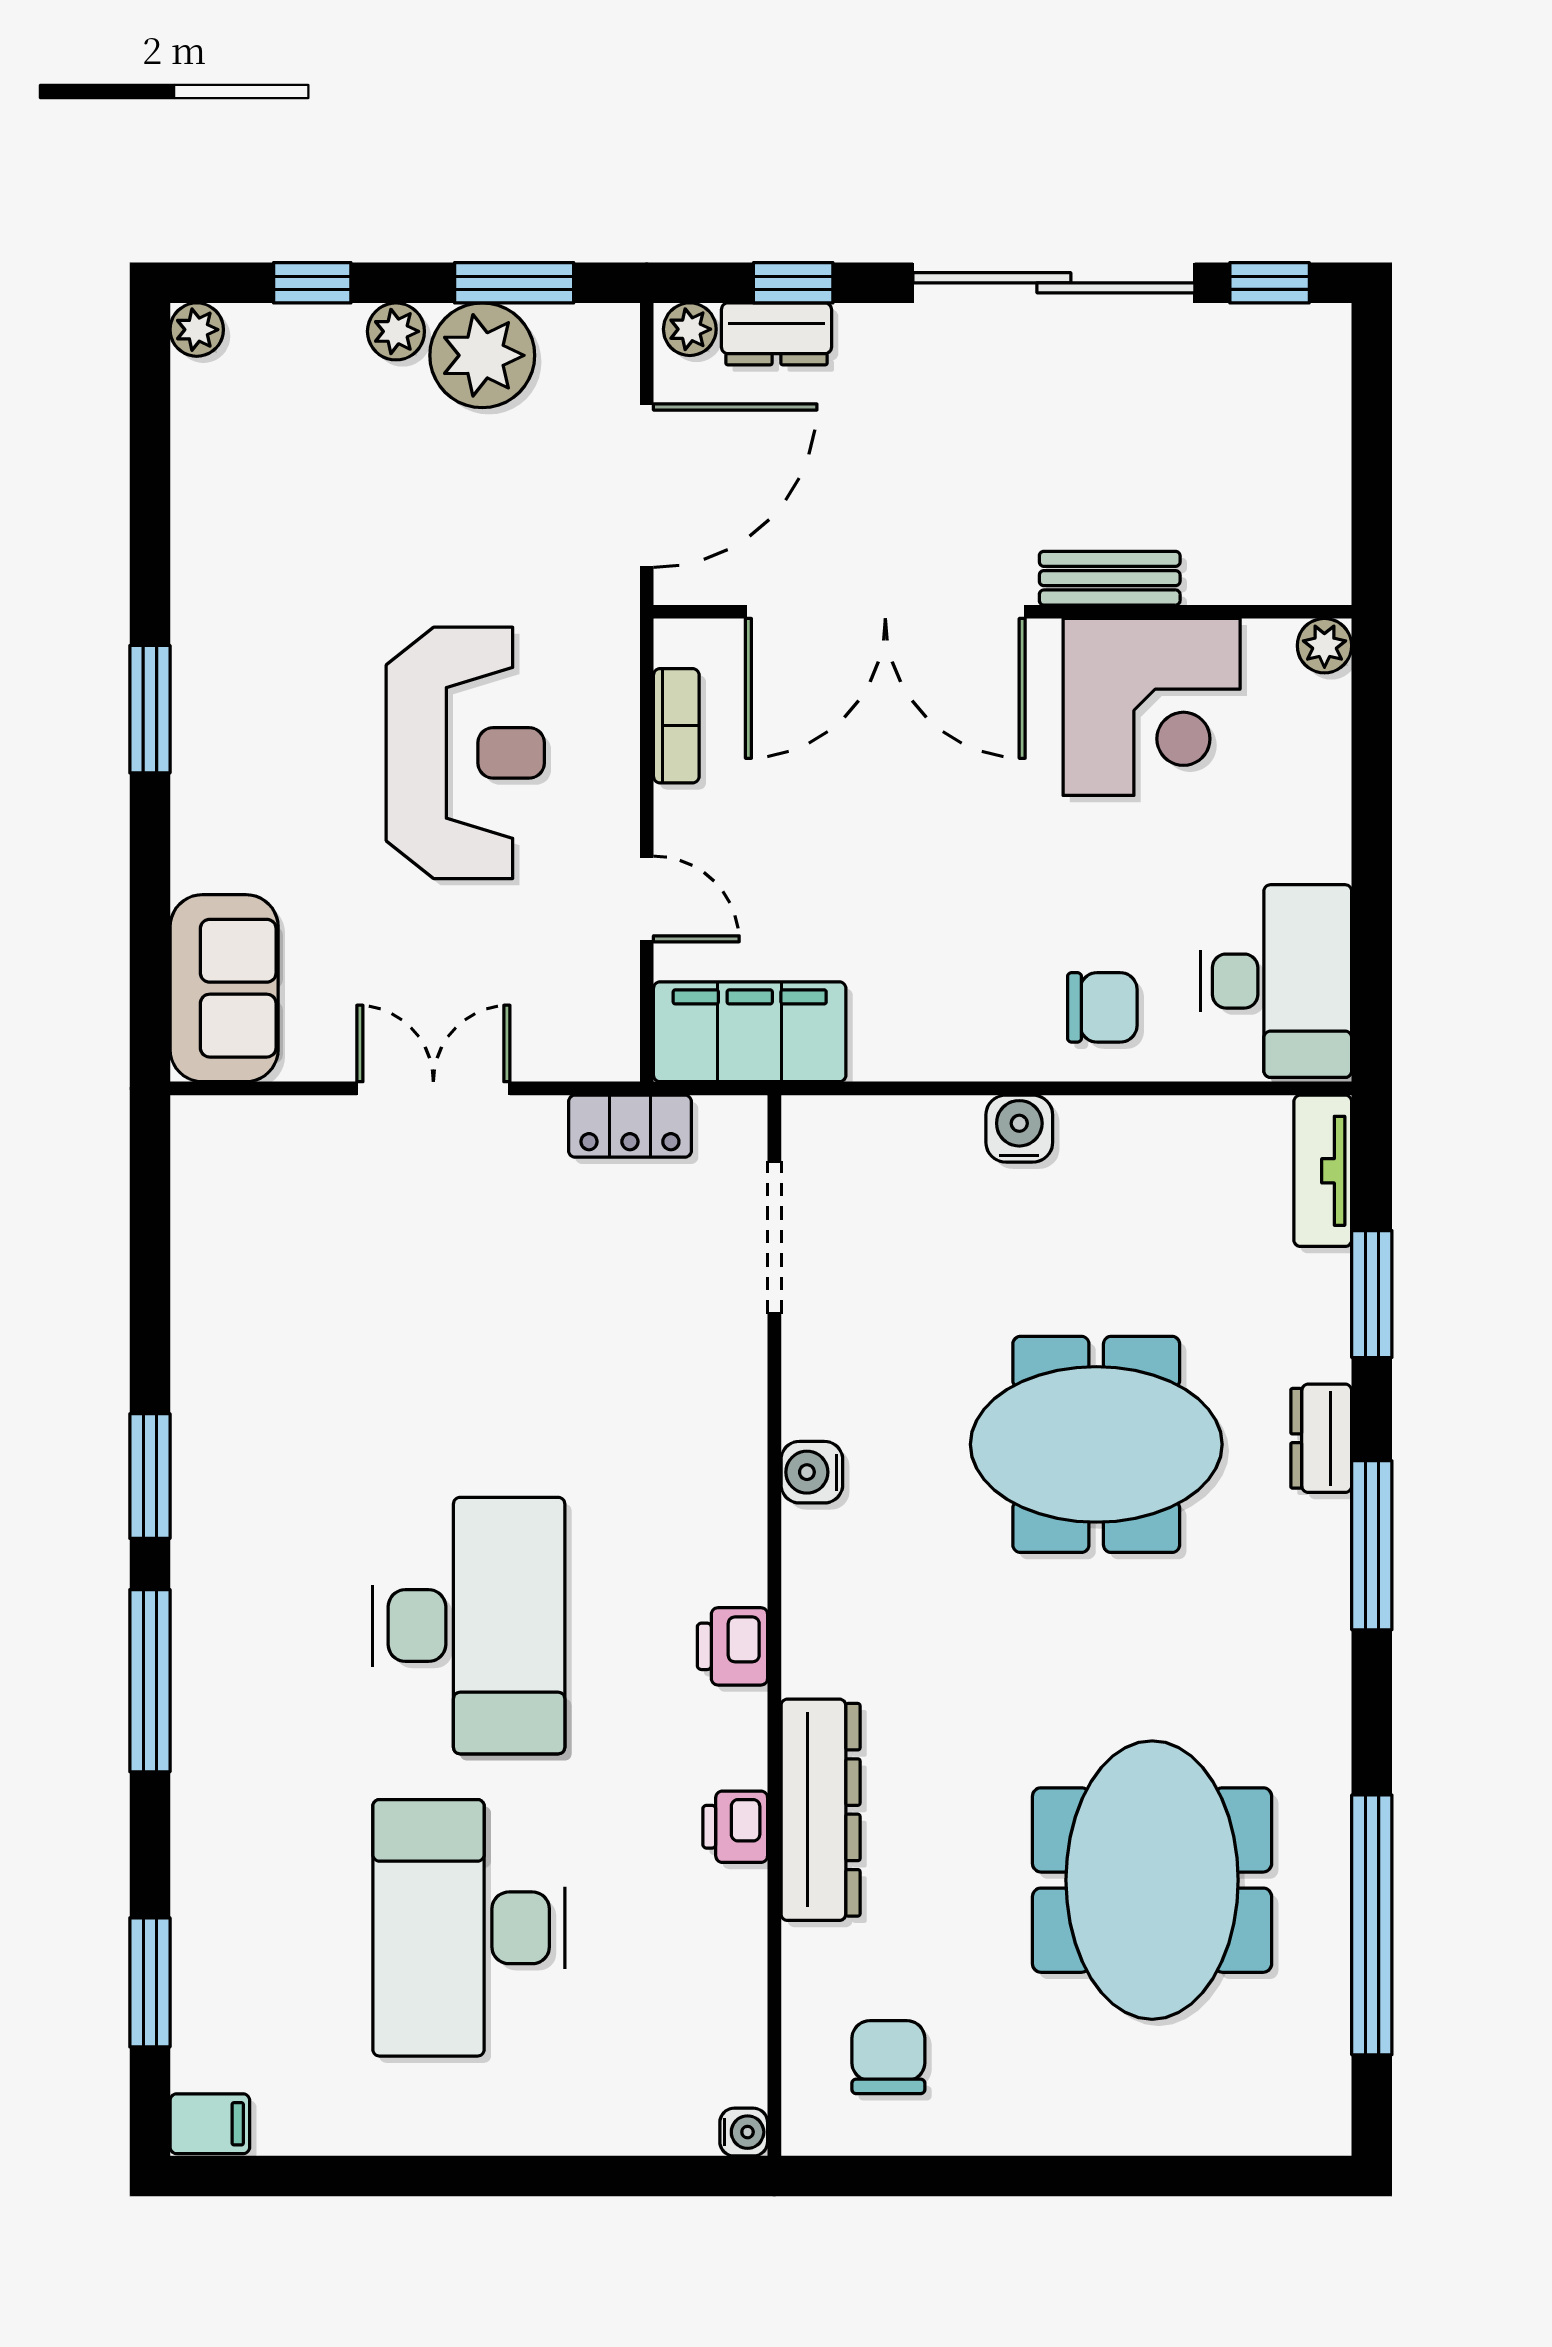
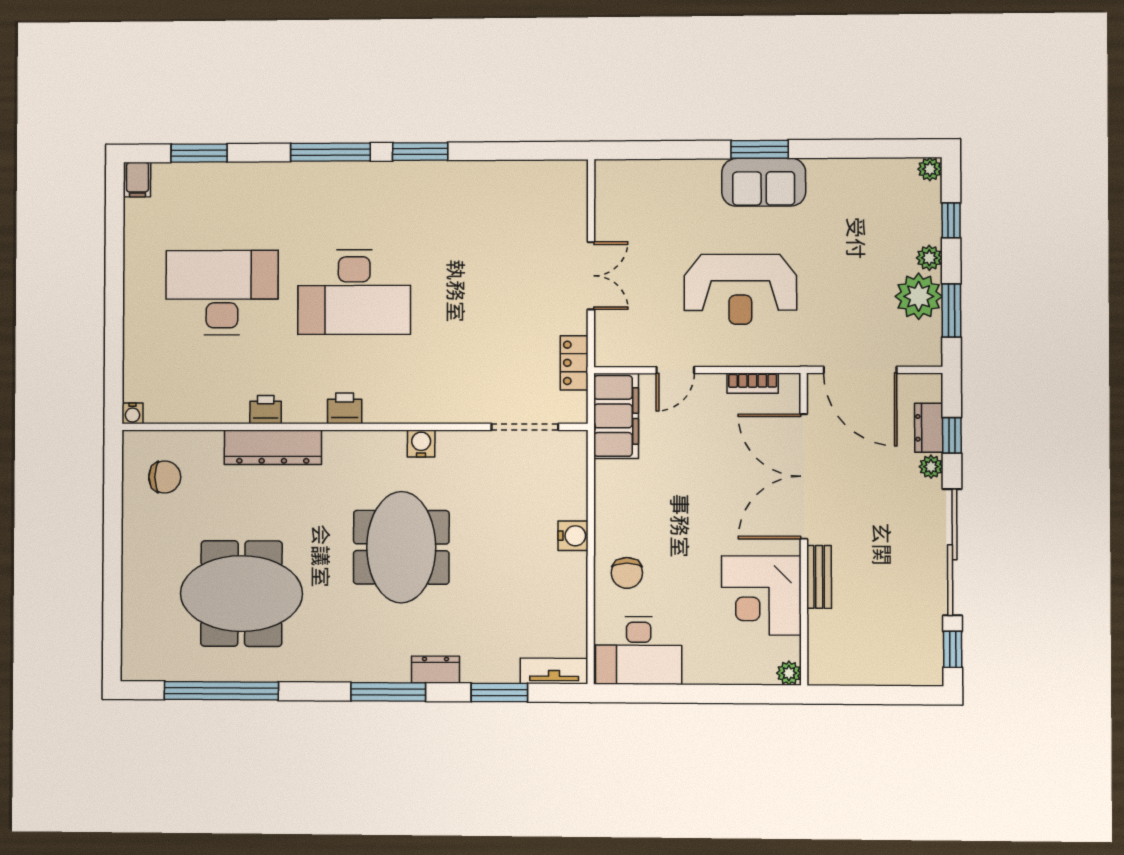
plant: (690, 329) -> (931, 467), moved
sofa: (224, 988) -> (764, 182), moved
meeting table: (1096, 1444) -> (401, 547), moved

